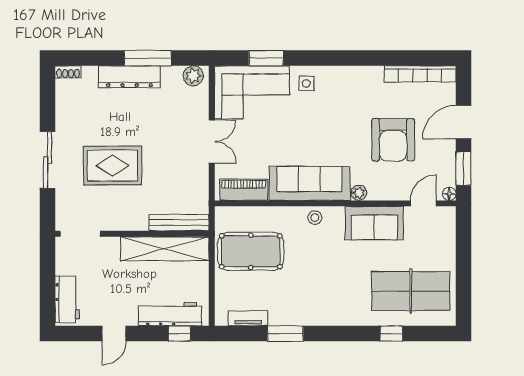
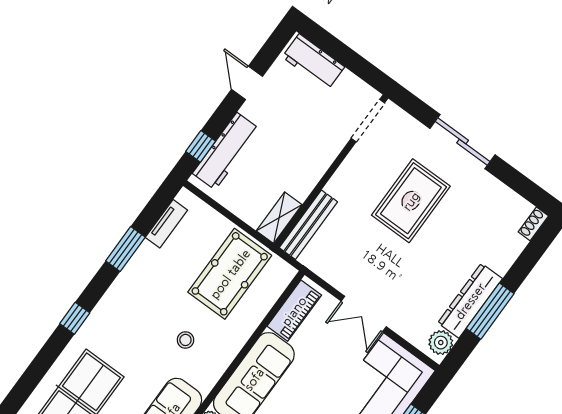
dresser: (129, 77) -> (470, 301), moved
stool: (315, 218) -> (185, 340), moved
shelving: (165, 249) -> (279, 218), width x0.45, depth x0.75
window: (391, 334) -> (75, 318), moved

